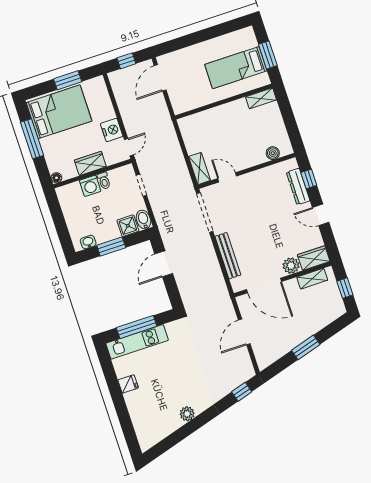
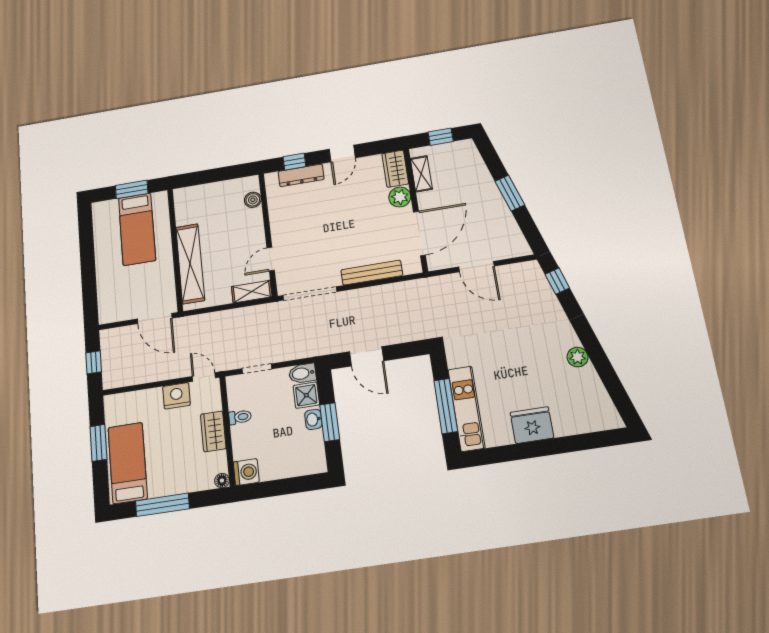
door: (160, 78) -> (155, 319), moved
shelving: (261, 98) -> (190, 264), moved, width x2.20, depth x1.33
bed: (59, 112) -> (128, 463), width x0.67
washing machine: (90, 186) -> (246, 472), moved
washbasin: (88, 242) -> (313, 419), moved
fridge: (128, 384) -> (532, 425), width x1.88, depth x1.34

